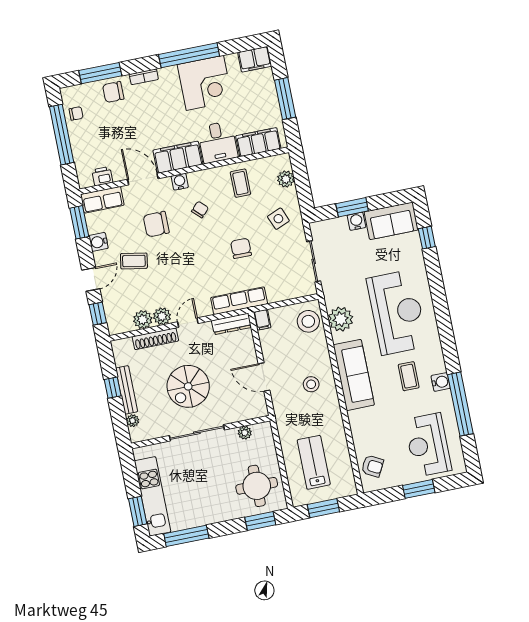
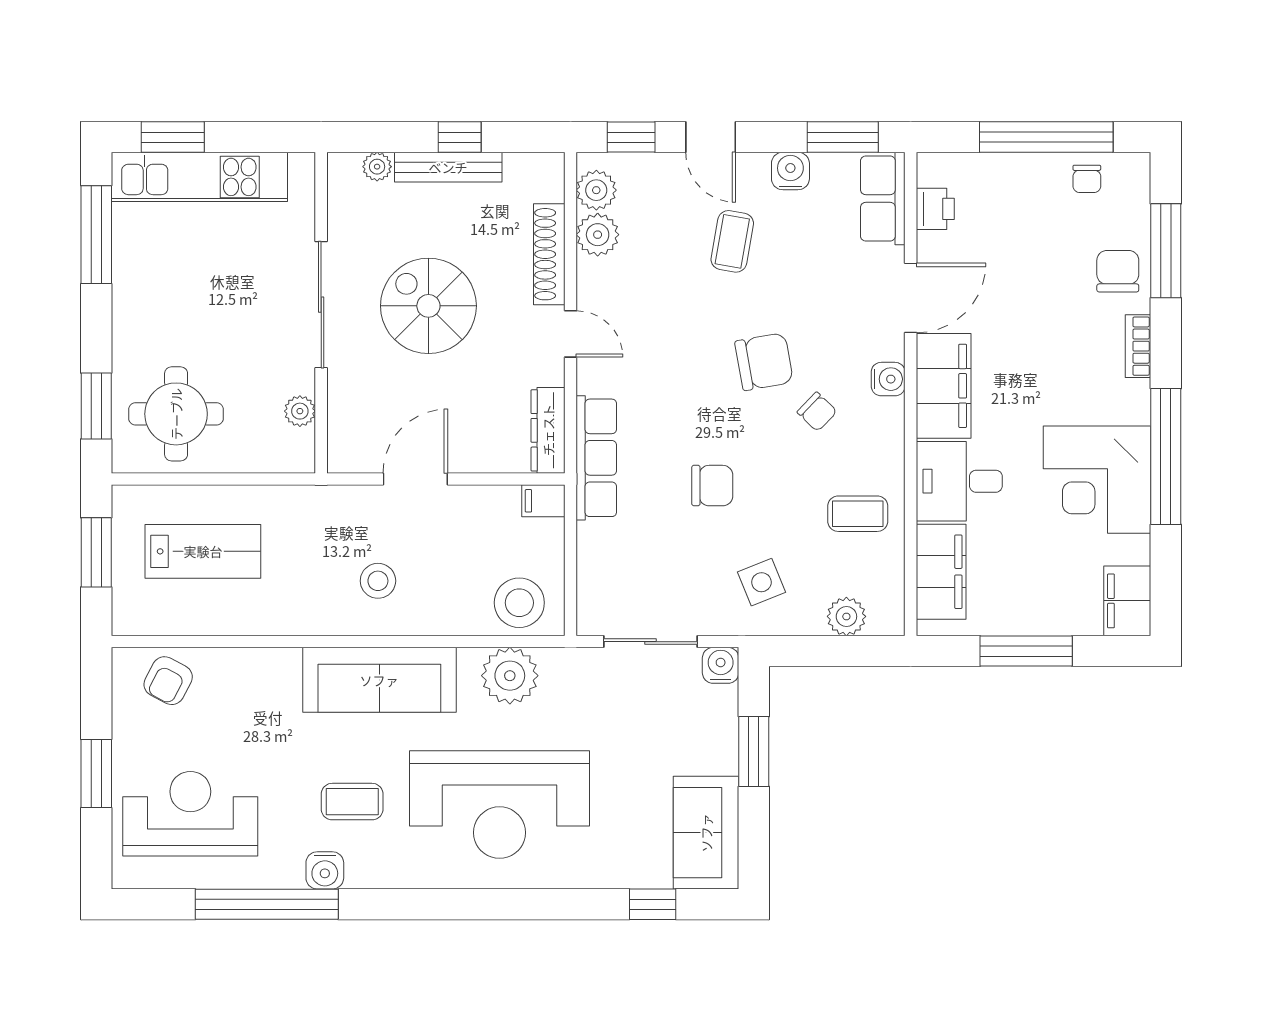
water cooler: (356, 221) -> (721, 665), moved, turned -90
chair: (156, 224) -> (764, 362), moved, turned 80
plant: (162, 316) -> (596, 190), moved

